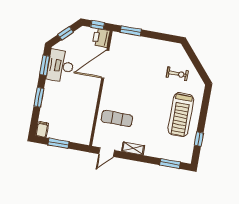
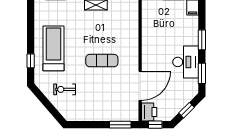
desk: (60, 66) -> (186, 62), moved
exercise mat: (117, 119) -> (102, 61), moved
window: (199, 139) -> (31, 61), moved

